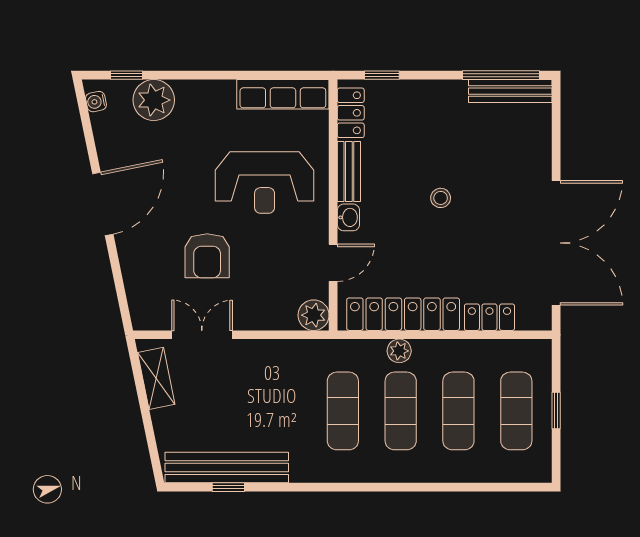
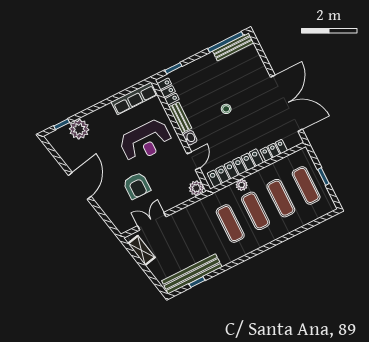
water cooler: (96, 102) -> (54, 143), removed

